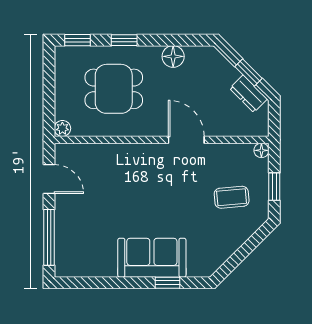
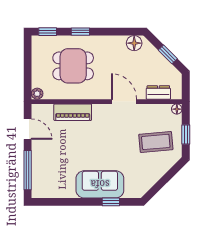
floor lamp: (173, 56) -> (134, 43), moved
dresser: (248, 94) -> (158, 93), moved, turned 135
piano: (113, 155) -> (73, 112), added
coffee table: (232, 197) -> (156, 142), width x1.36, depth x1.30

